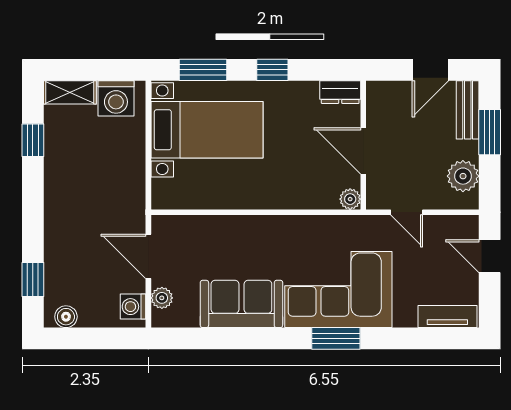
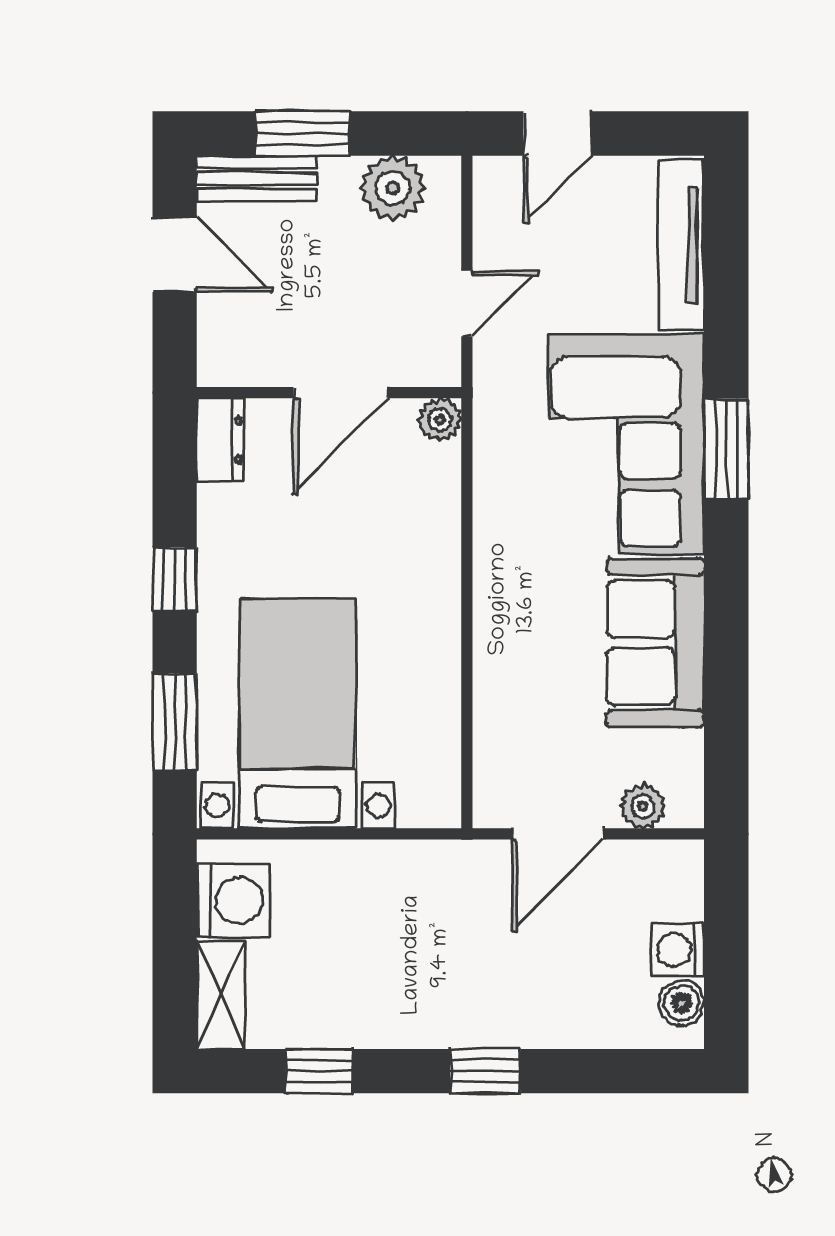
window: (33, 279) -> (485, 1071), moved
washing machine: (133, 307) -> (678, 950), moved, turned 90
tv unit: (447, 317) -> (681, 245), width x1.41

